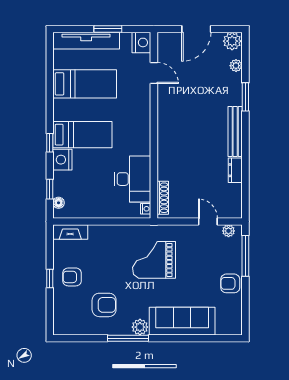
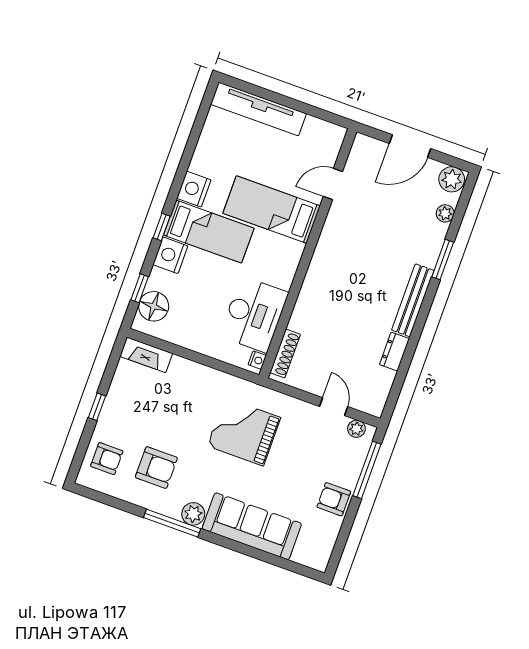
window: (108, 29) -> (293, 104), removed
nightstand: (141, 42) -> (194, 189), moved, turned 180
door: (154, 73) -> (333, 184), swing flipped
bed: (85, 84) -> (272, 210), moved, turned 180
floor lamp: (59, 203) -> (154, 306), width x1.89, depth x1.89
armchair: (72, 277) -> (107, 459), moved, turned 180

